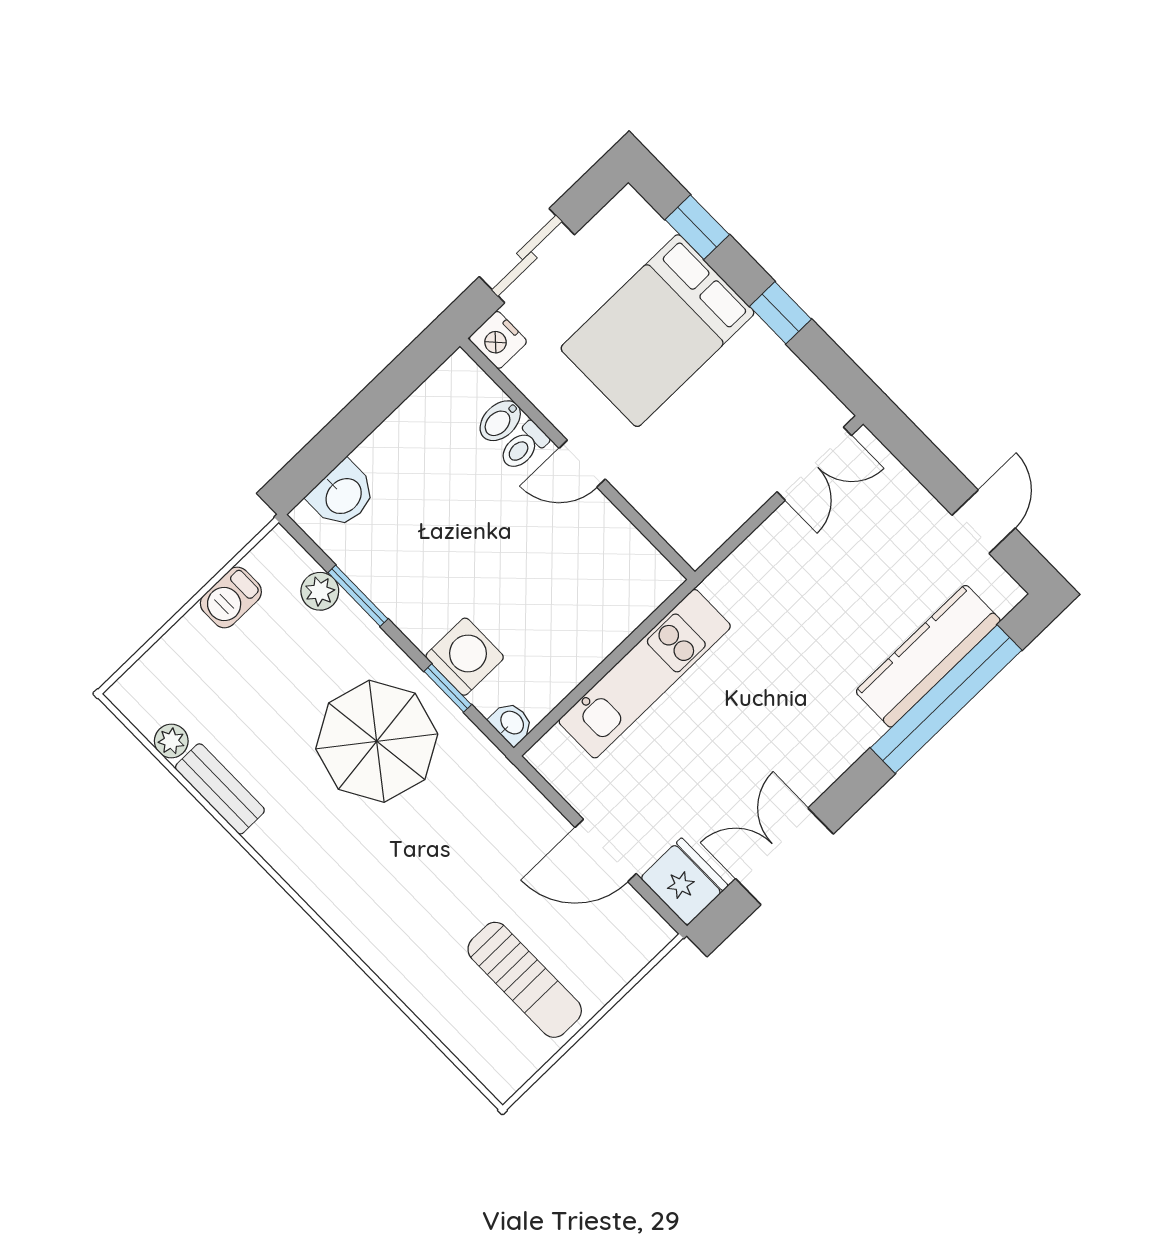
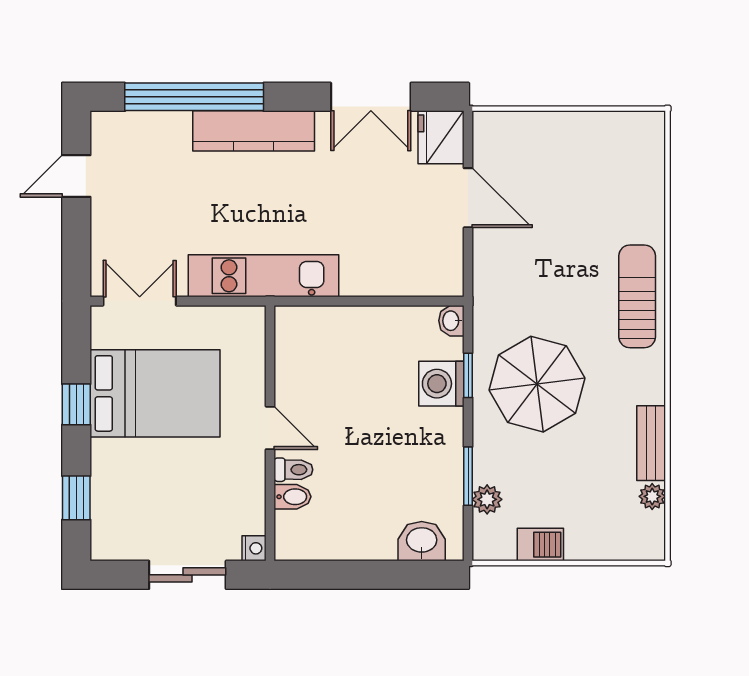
bed: (658, 331) -> (155, 393), moved
nightstand: (498, 340) -> (254, 548), width x0.72, depth x0.74
kitchen counter: (928, 656) -> (254, 131), moved
kitchen unit: (645, 674) -> (264, 276), moved
sun lounger: (525, 980) -> (637, 296), moved

